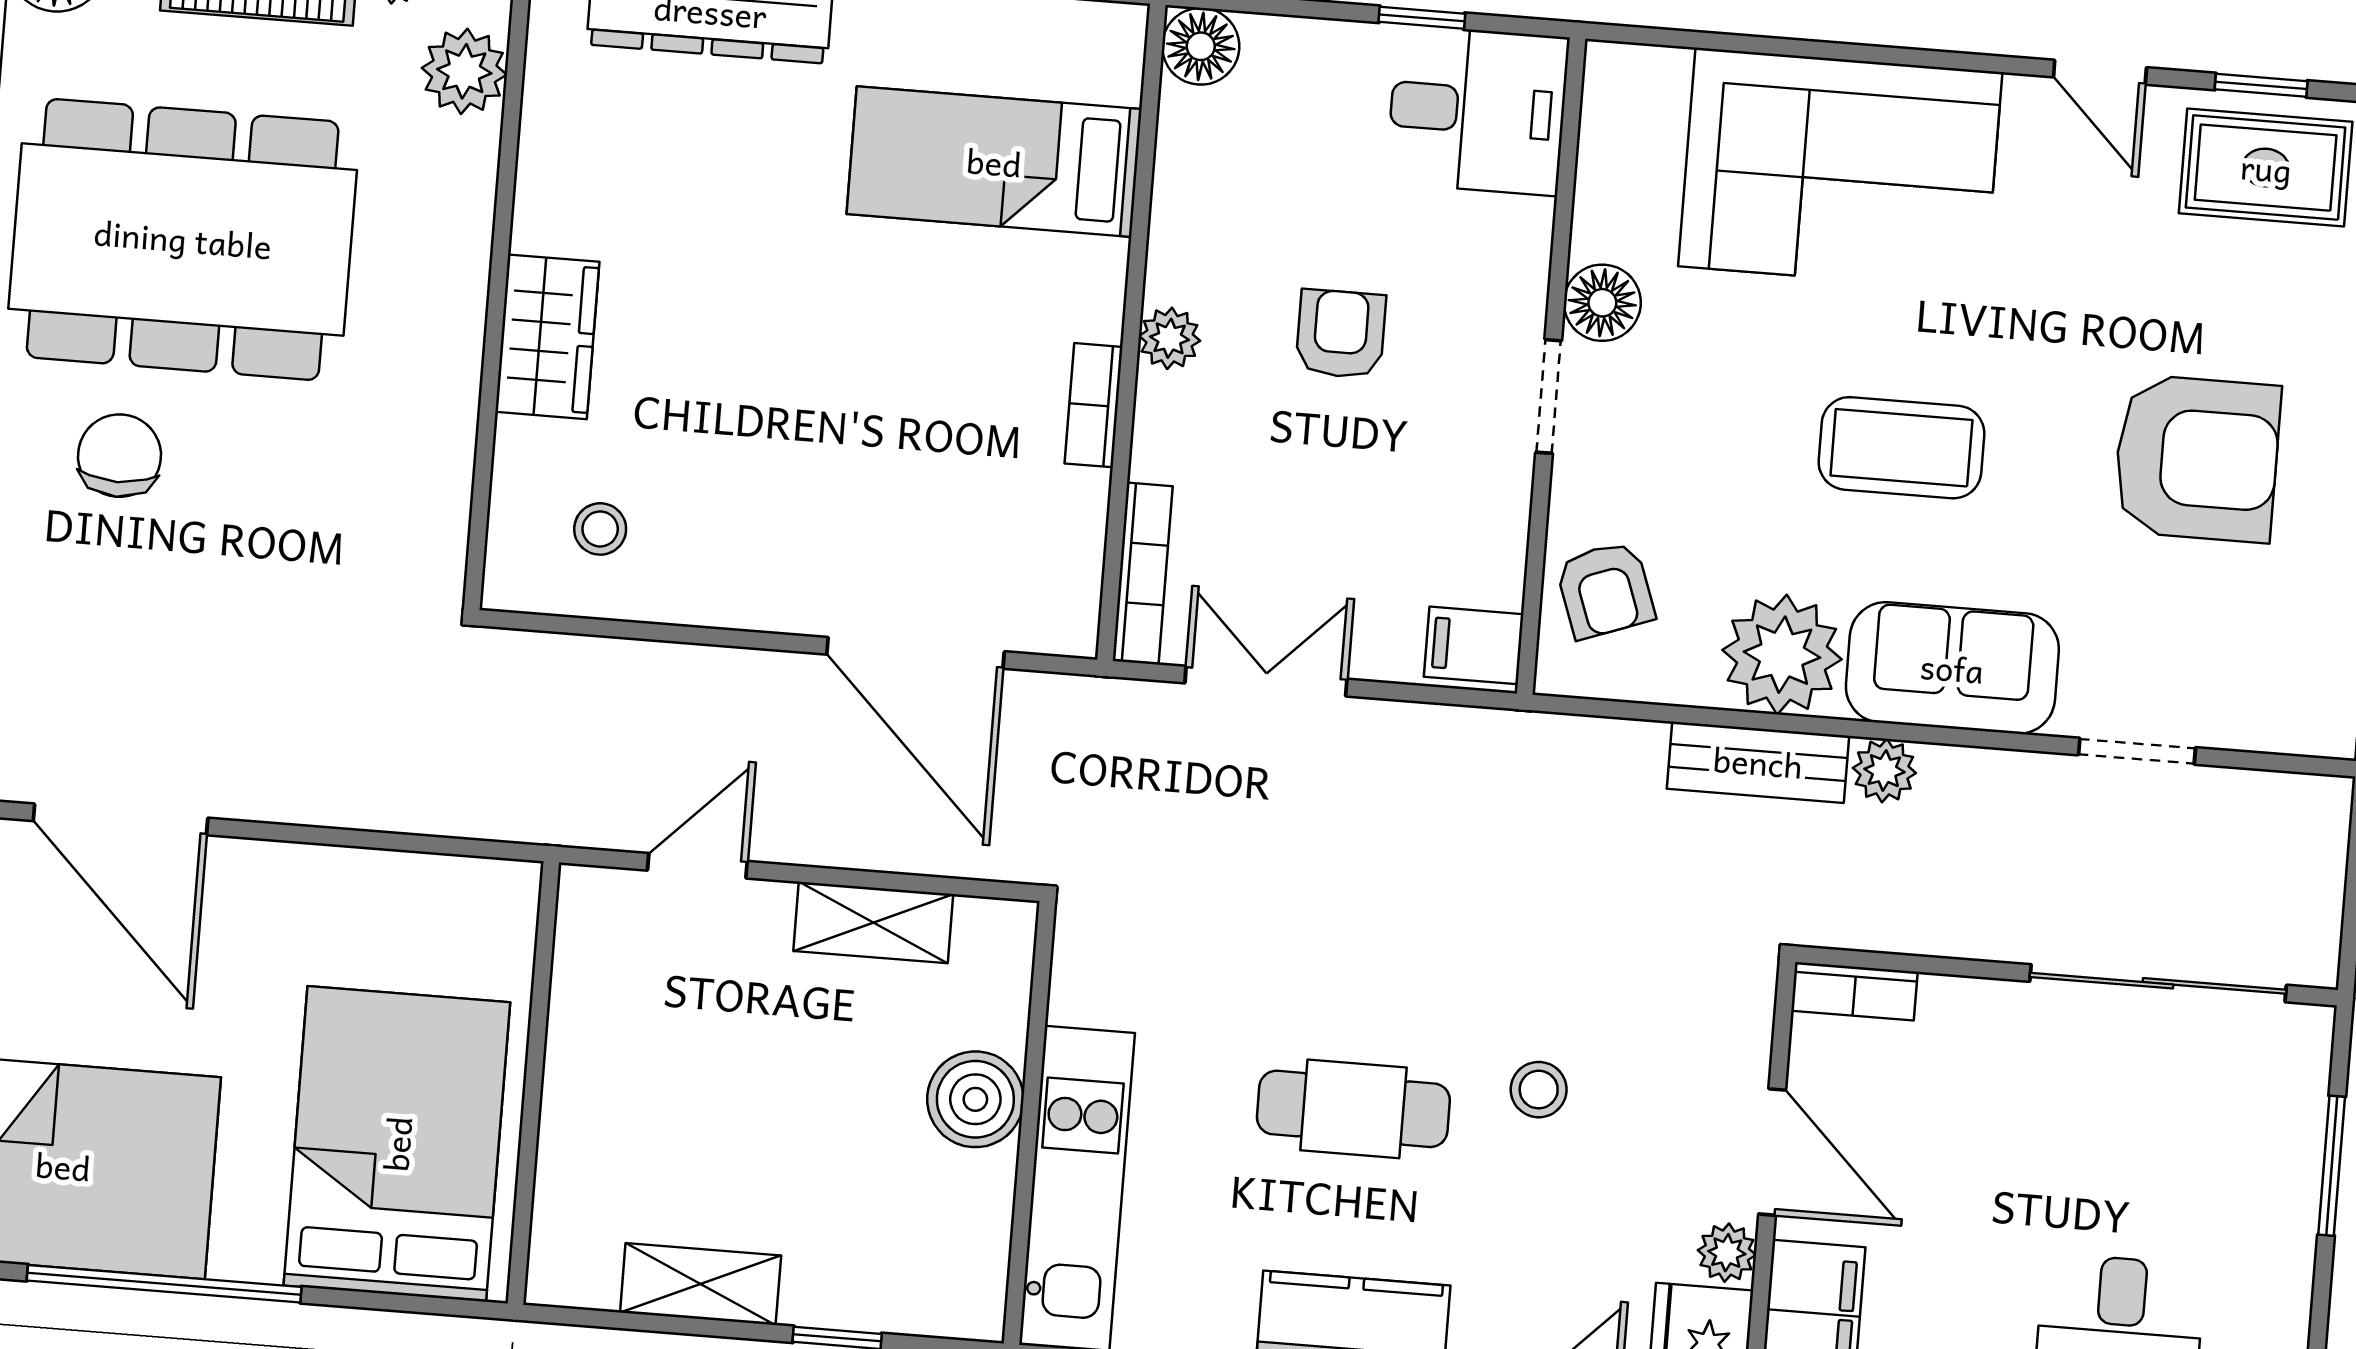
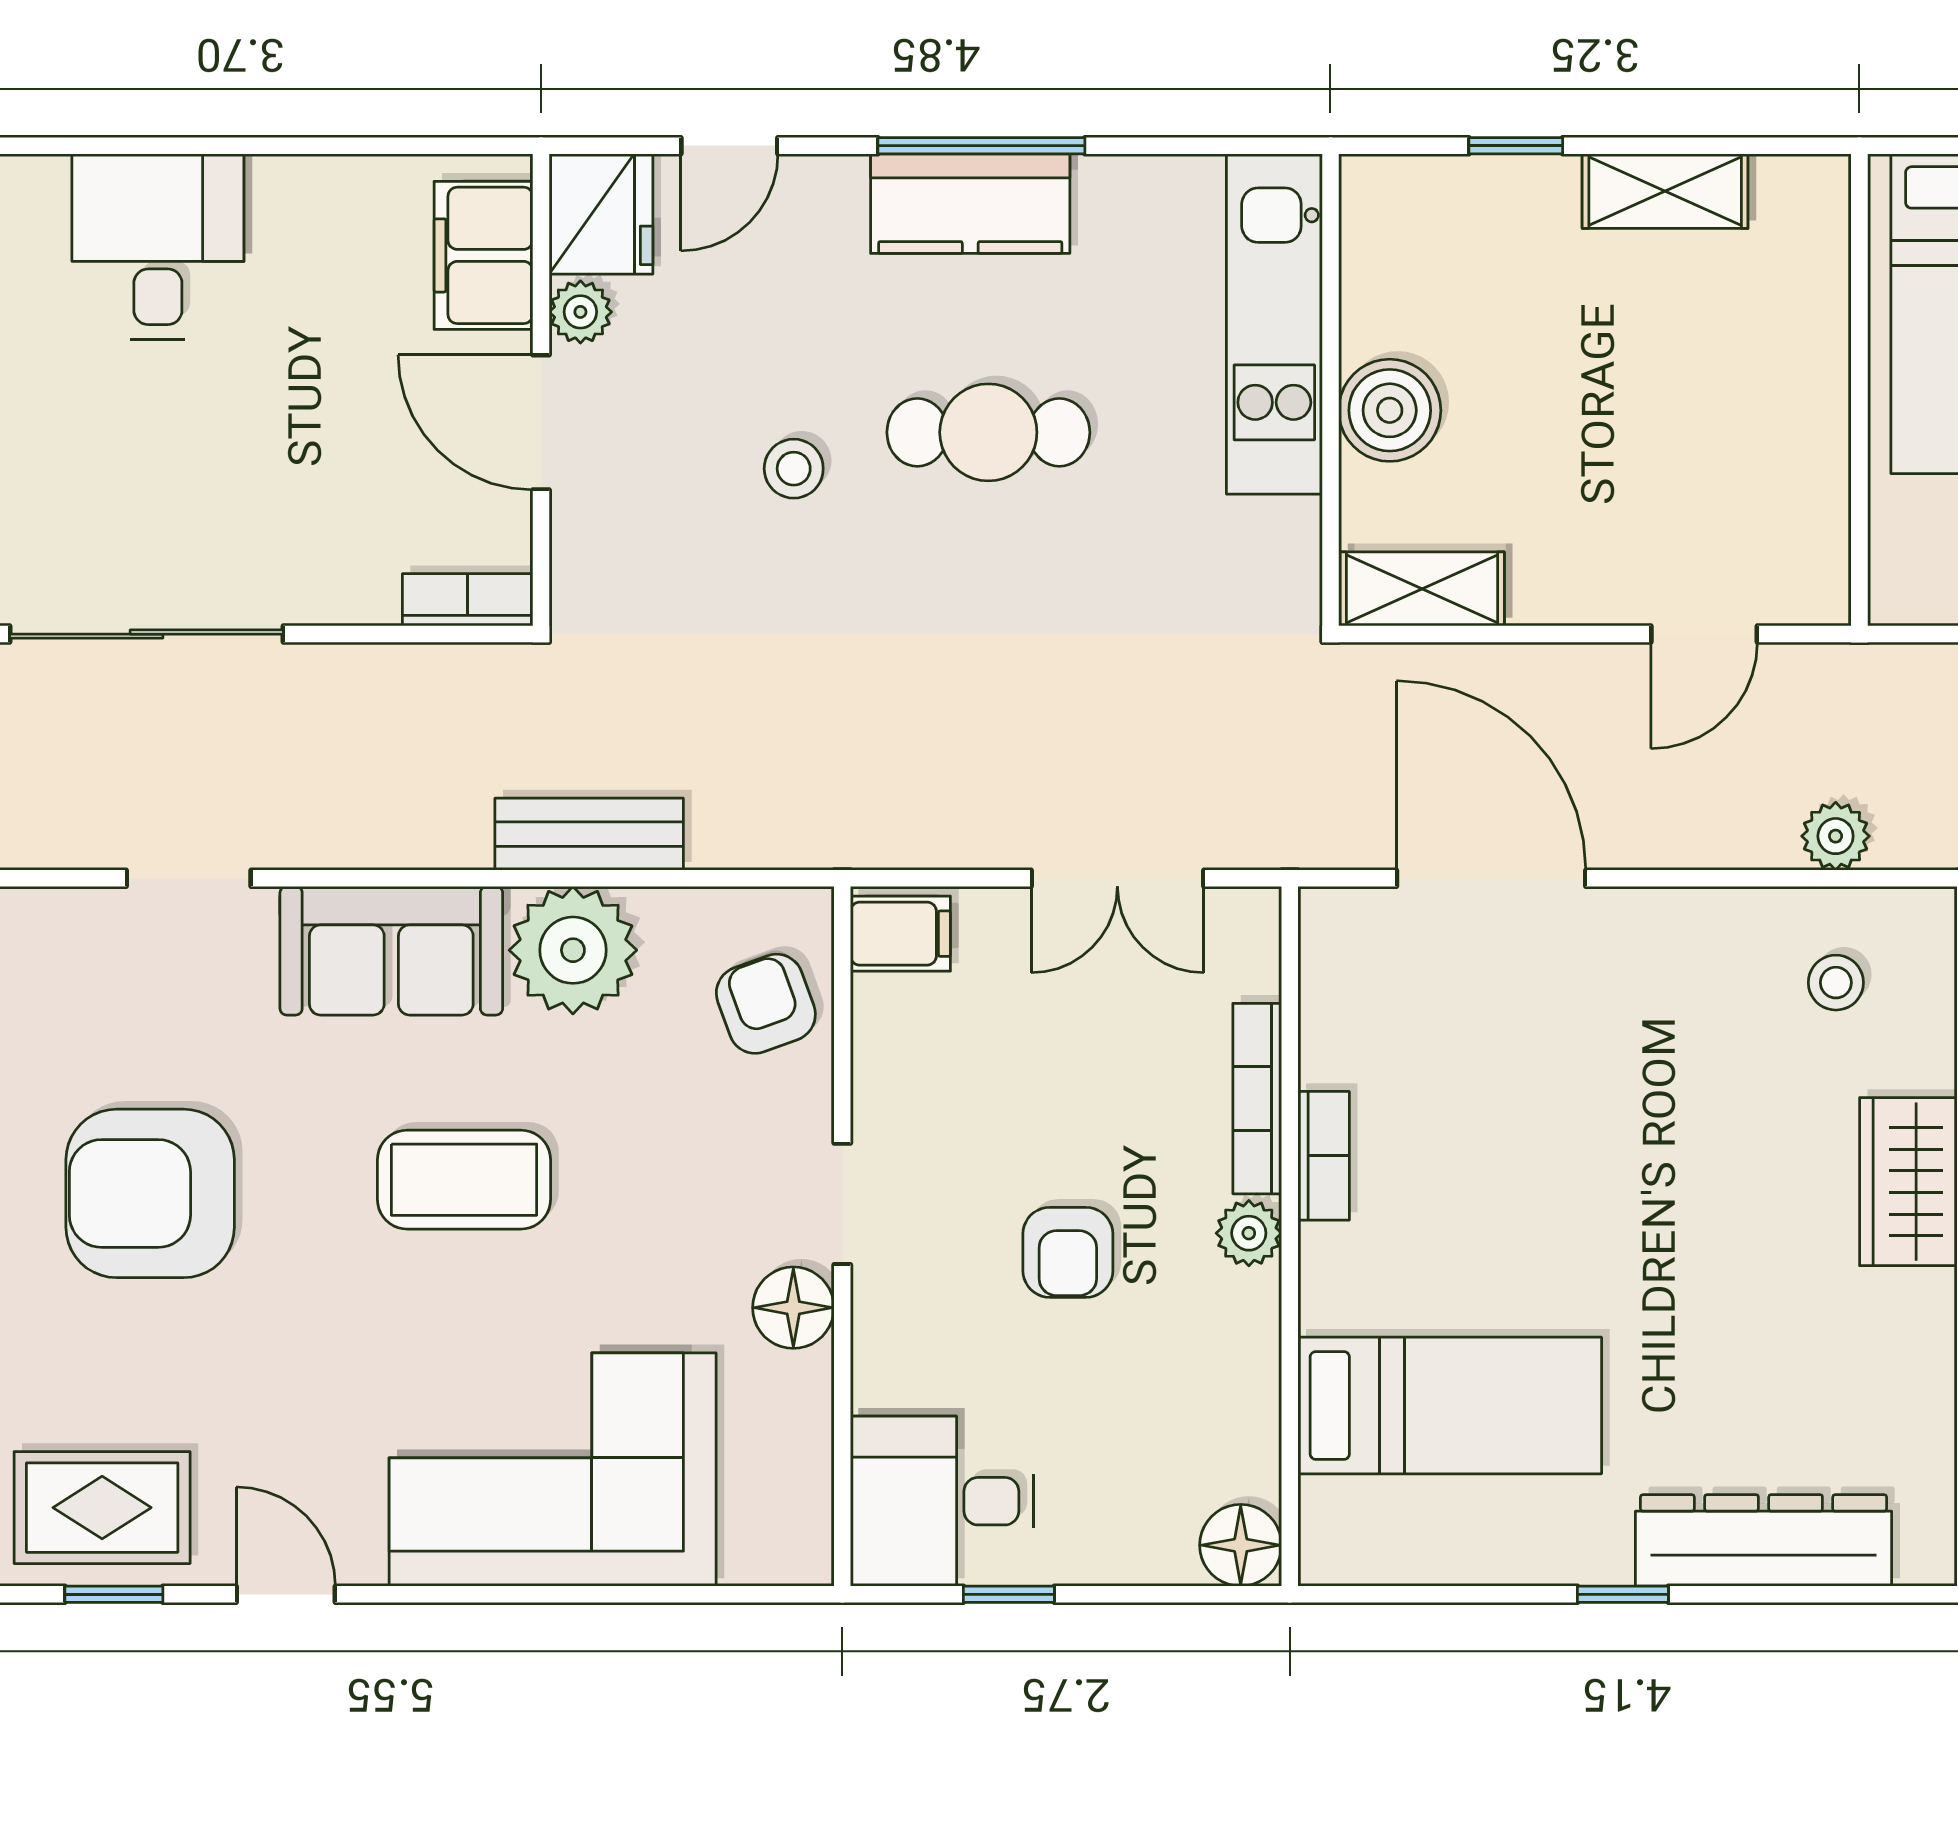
bookcase: (1143, 574) -> (1257, 1099), moved
plant: (1884, 771) -> (1836, 836), moved
shelving: (873, 923) -> (1422, 589), moved

